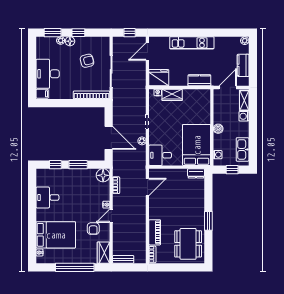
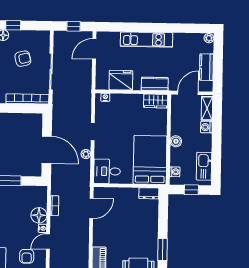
fridge: (159, 78) -> (121, 80), moved
wardrobe: (172, 95) -> (156, 101), moved
floor lamp: (103, 175) -> (39, 215), moved

